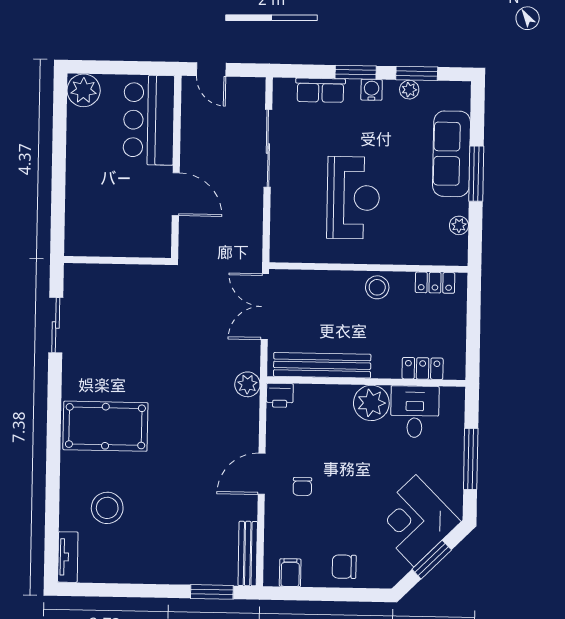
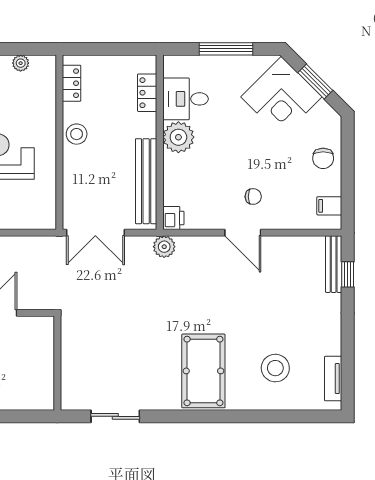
bench: (248, 553) -> (334, 264), moved, turned 90
tv unit: (68, 557) -> (333, 379), moved, turned -90
window: (212, 592) -> (348, 274), width x0.67

